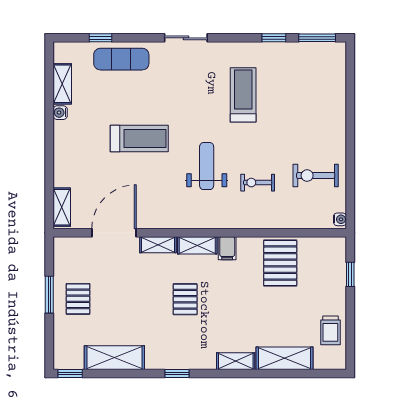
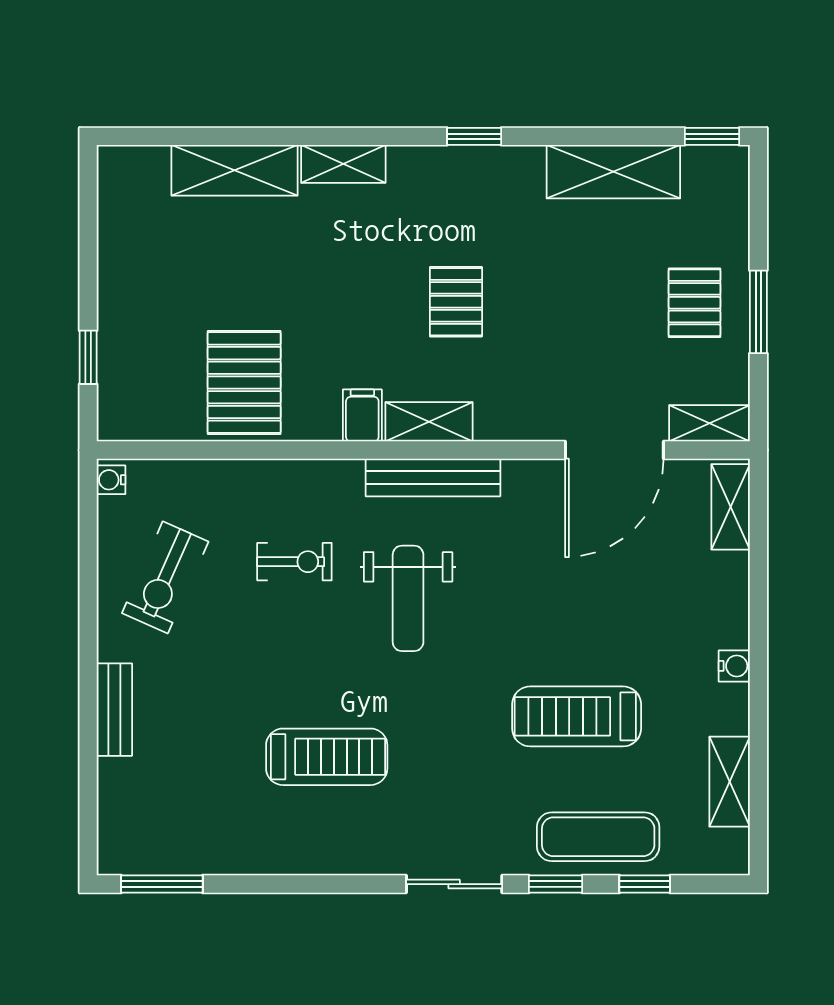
window: (274, 38) -> (555, 884), moved
treadmill: (243, 95) -> (327, 757), turned -90
water cooler: (60, 113) -> (734, 666), moved
bench: (338, 116) -> (114, 710), added
treadmill: (139, 139) -> (577, 716), moved
exercise bike: (316, 176) -> (165, 577), turned 114
bench: (195, 220) -> (433, 477), added
shelving: (158, 245) -> (709, 423), moved
trolley: (330, 330) -> (132, 233), removed

